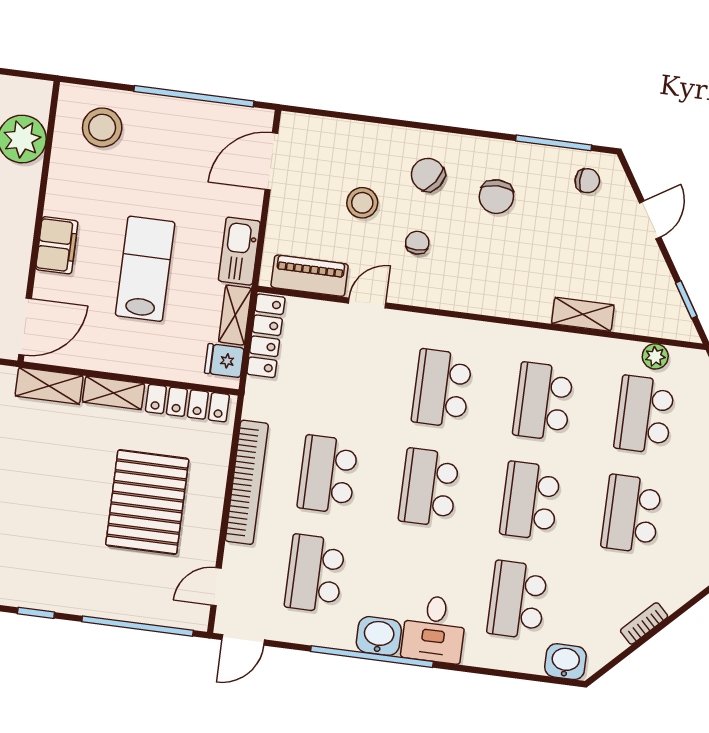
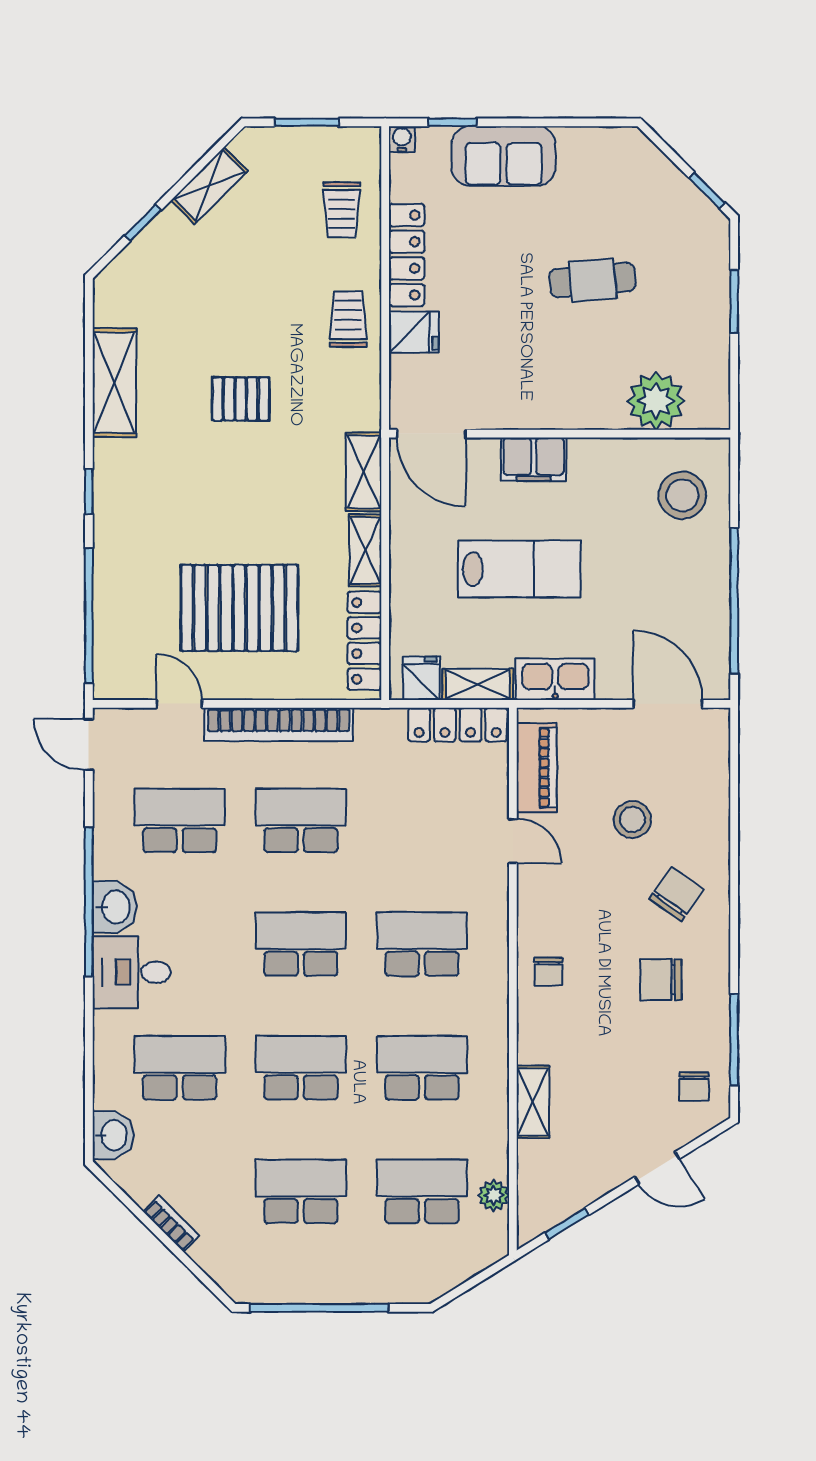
chair: (417, 243) -> (548, 972), moved, turned 90
door: (216, 587) -> (179, 704), moved

